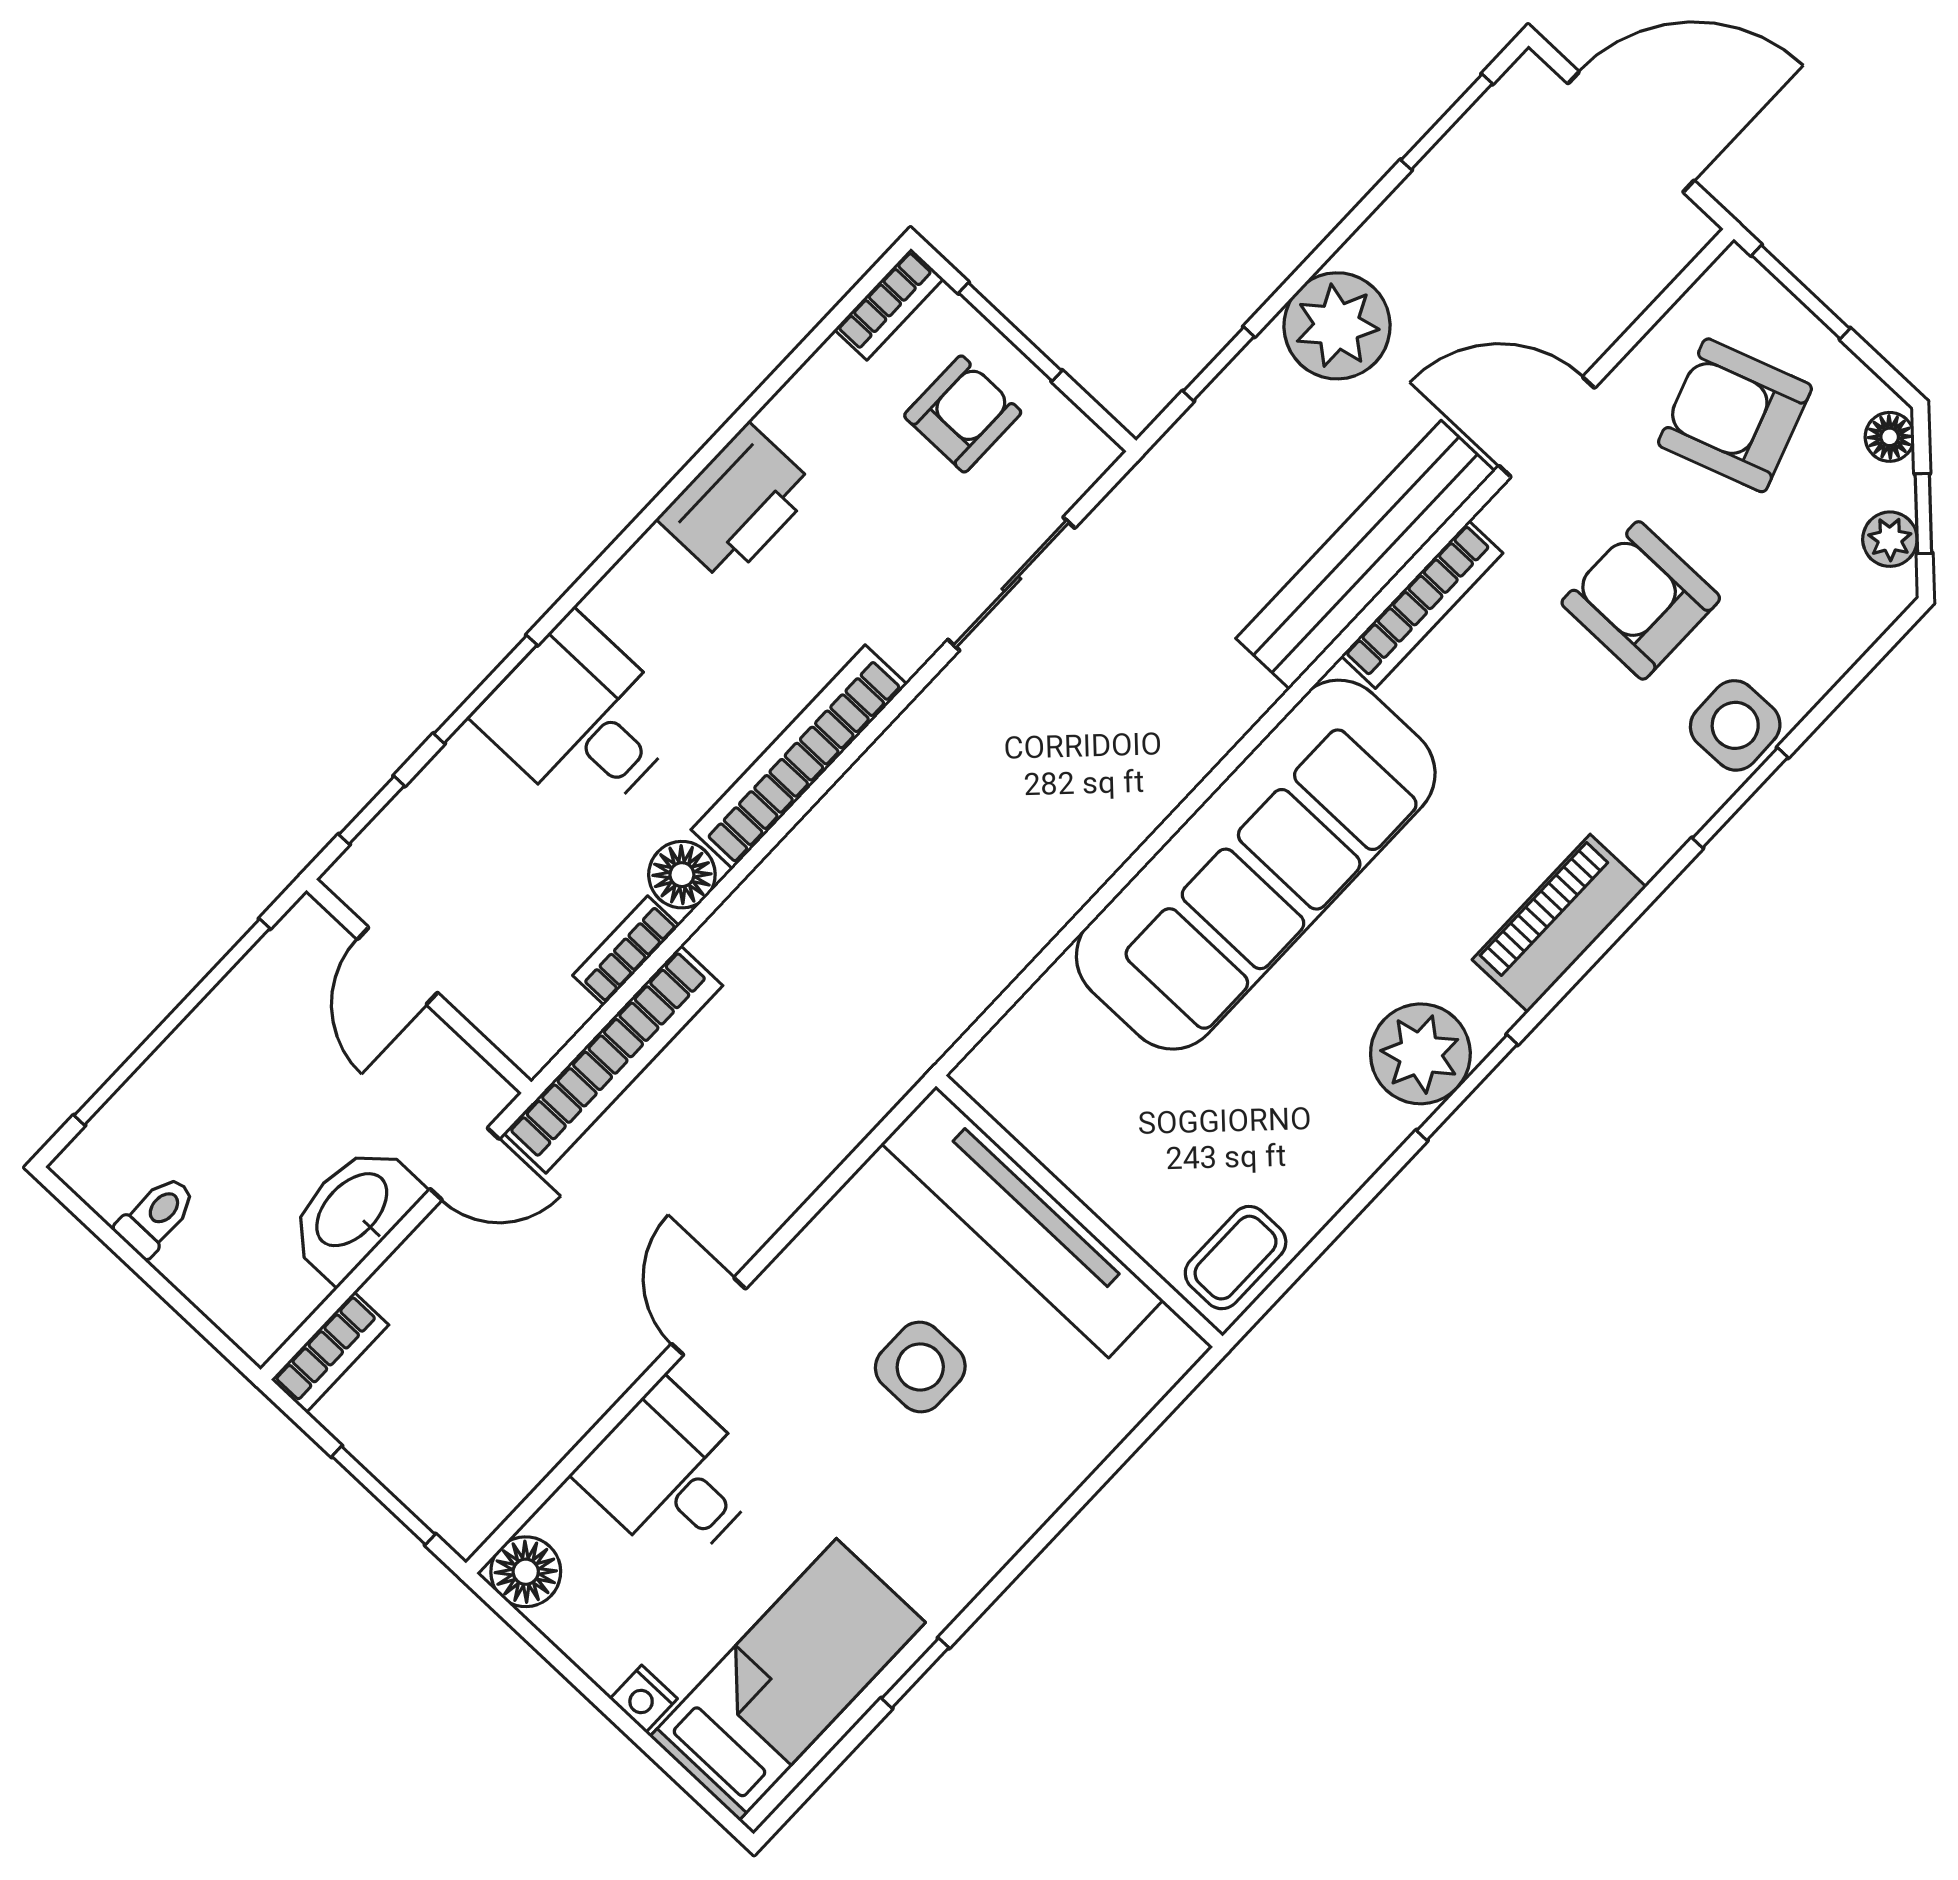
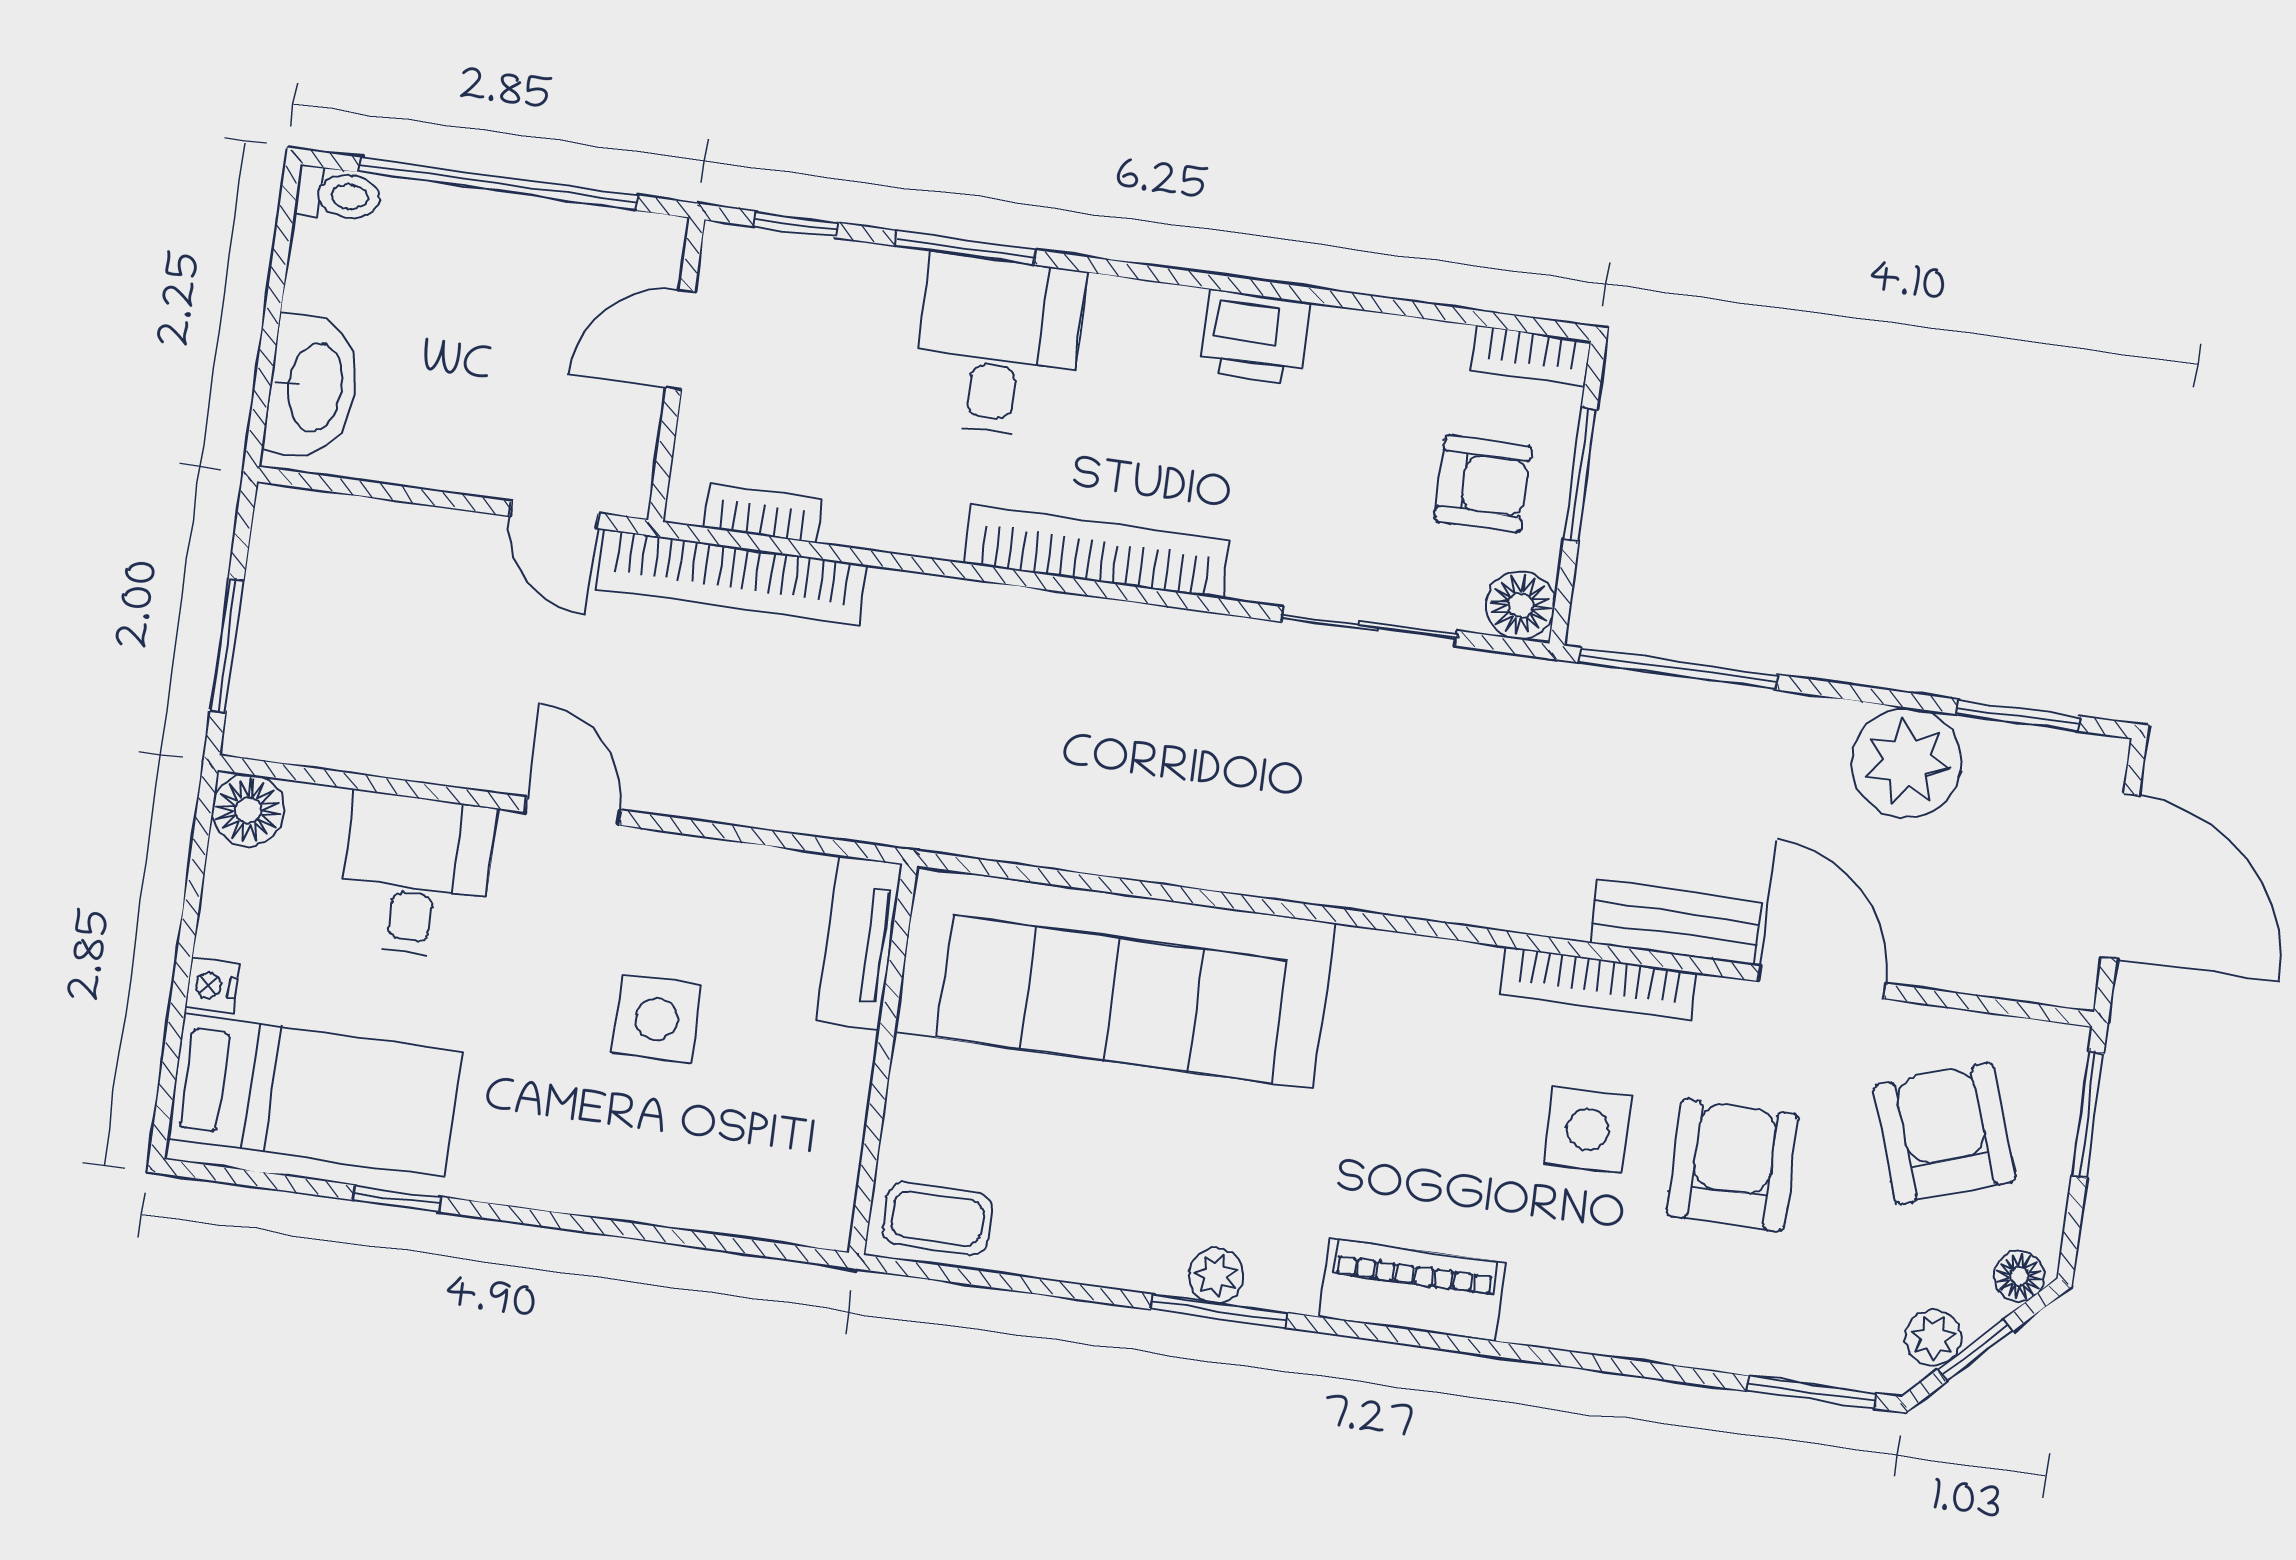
plant: (1337, 326) -> (1907, 763), moved
window: (1219, 364) -> (1678, 669), width x2.17
printer: (737, 503) -> (1255, 337), width x0.73, depth x0.84
bench: (1365, 555) -> (1676, 923), width x0.54, depth x0.82
side table: (1735, 725) -> (1588, 1129), moved
window: (1740, 798) -> (1812, 1392), moved
sofa: (1256, 865) -> (1115, 977), moved
floor lamp: (682, 875) -> (1520, 605), moved
bookcase: (626, 951) -> (763, 513), moved
plant: (1420, 1054) -> (1216, 1276), width x0.53, depth x0.53
washbasin: (354, 1211) -> (313, 387), moved, turned 90
toilet: (156, 1216) -> (338, 195), moved
tv unit: (1022, 1222) -> (859, 943), width x0.52, depth x0.78
door: (709, 1316) -> (572, 811), hinge flipped
bookcase: (330, 1352) -> (315, 514), removed

